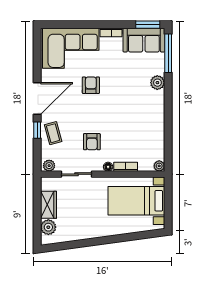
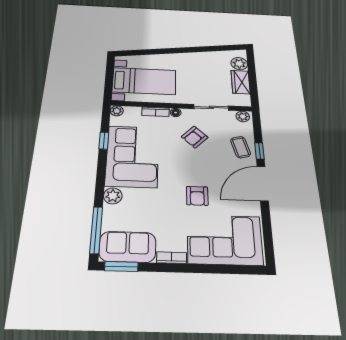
corner sofa: (144, 120) -> (132, 156), added
window: (168, 134) -> (104, 141), added
armchair: (92, 142) -> (195, 137), turned -136

